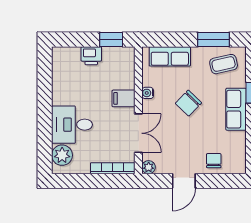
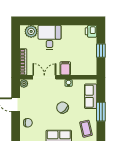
window: (111, 40) -> (101, 51), moved
window: (214, 40) -> (101, 112), moved
printer: (91, 56) -> (91, 31), moved
double door: (138, 133) -> (44, 77), swing flipped

